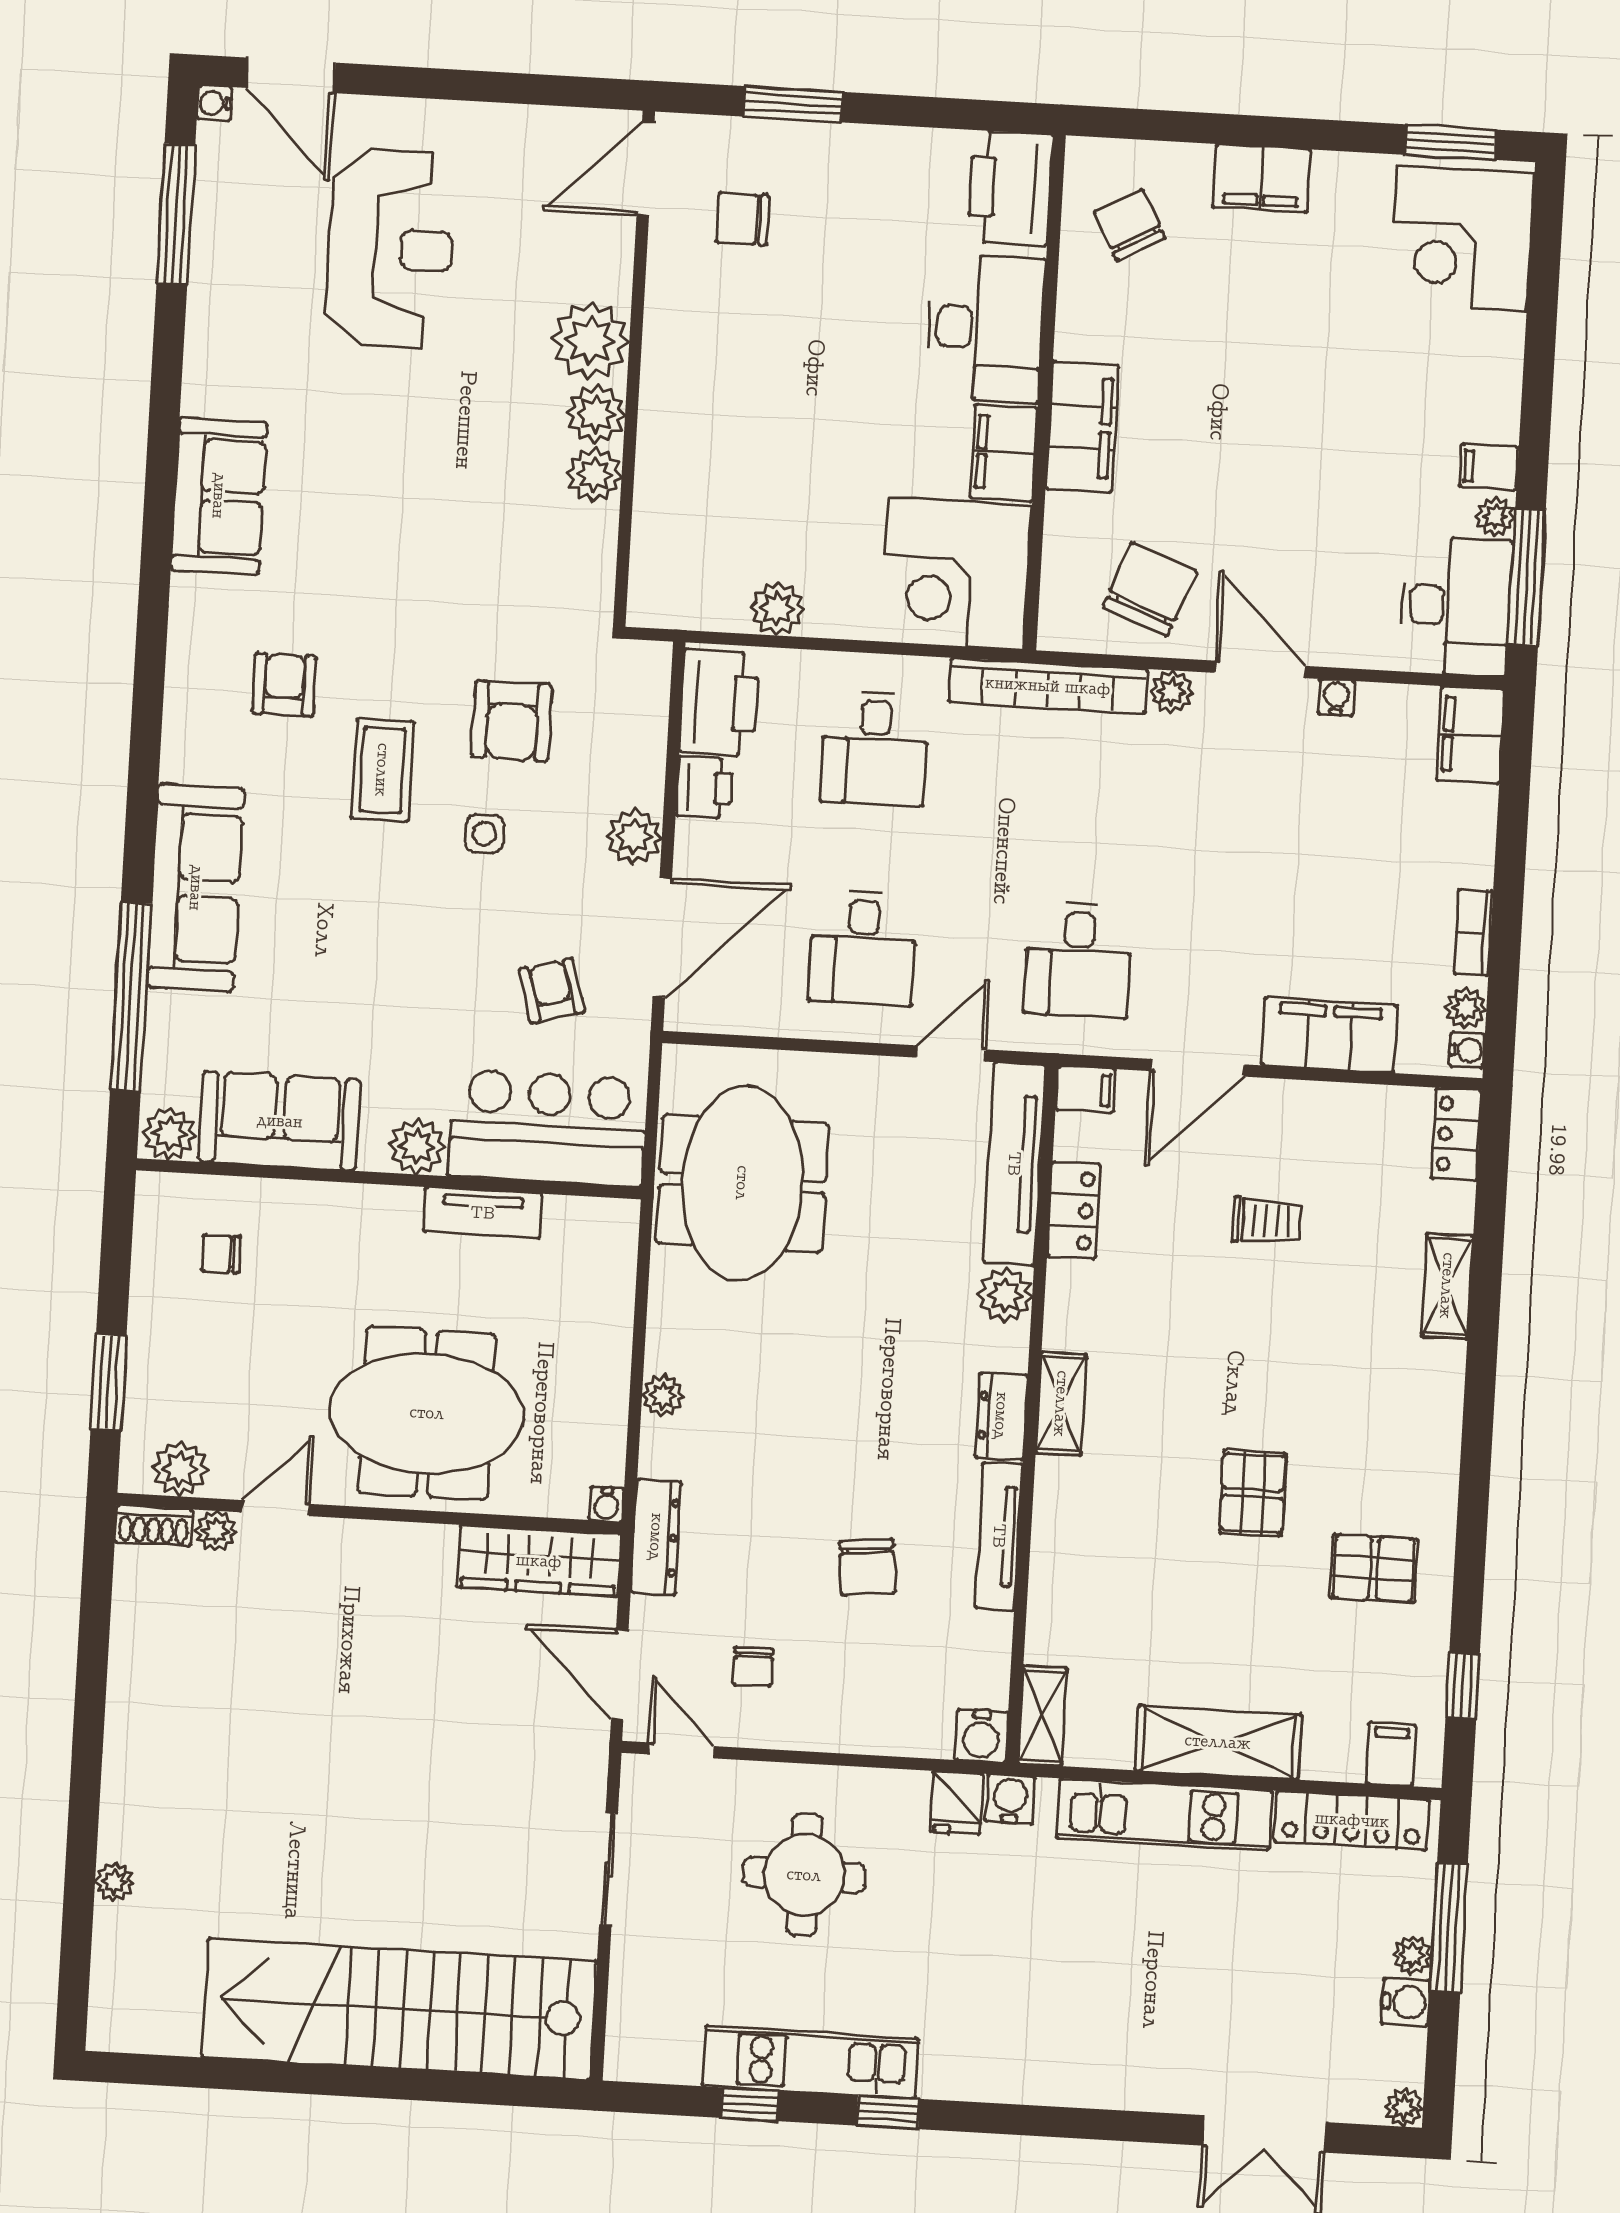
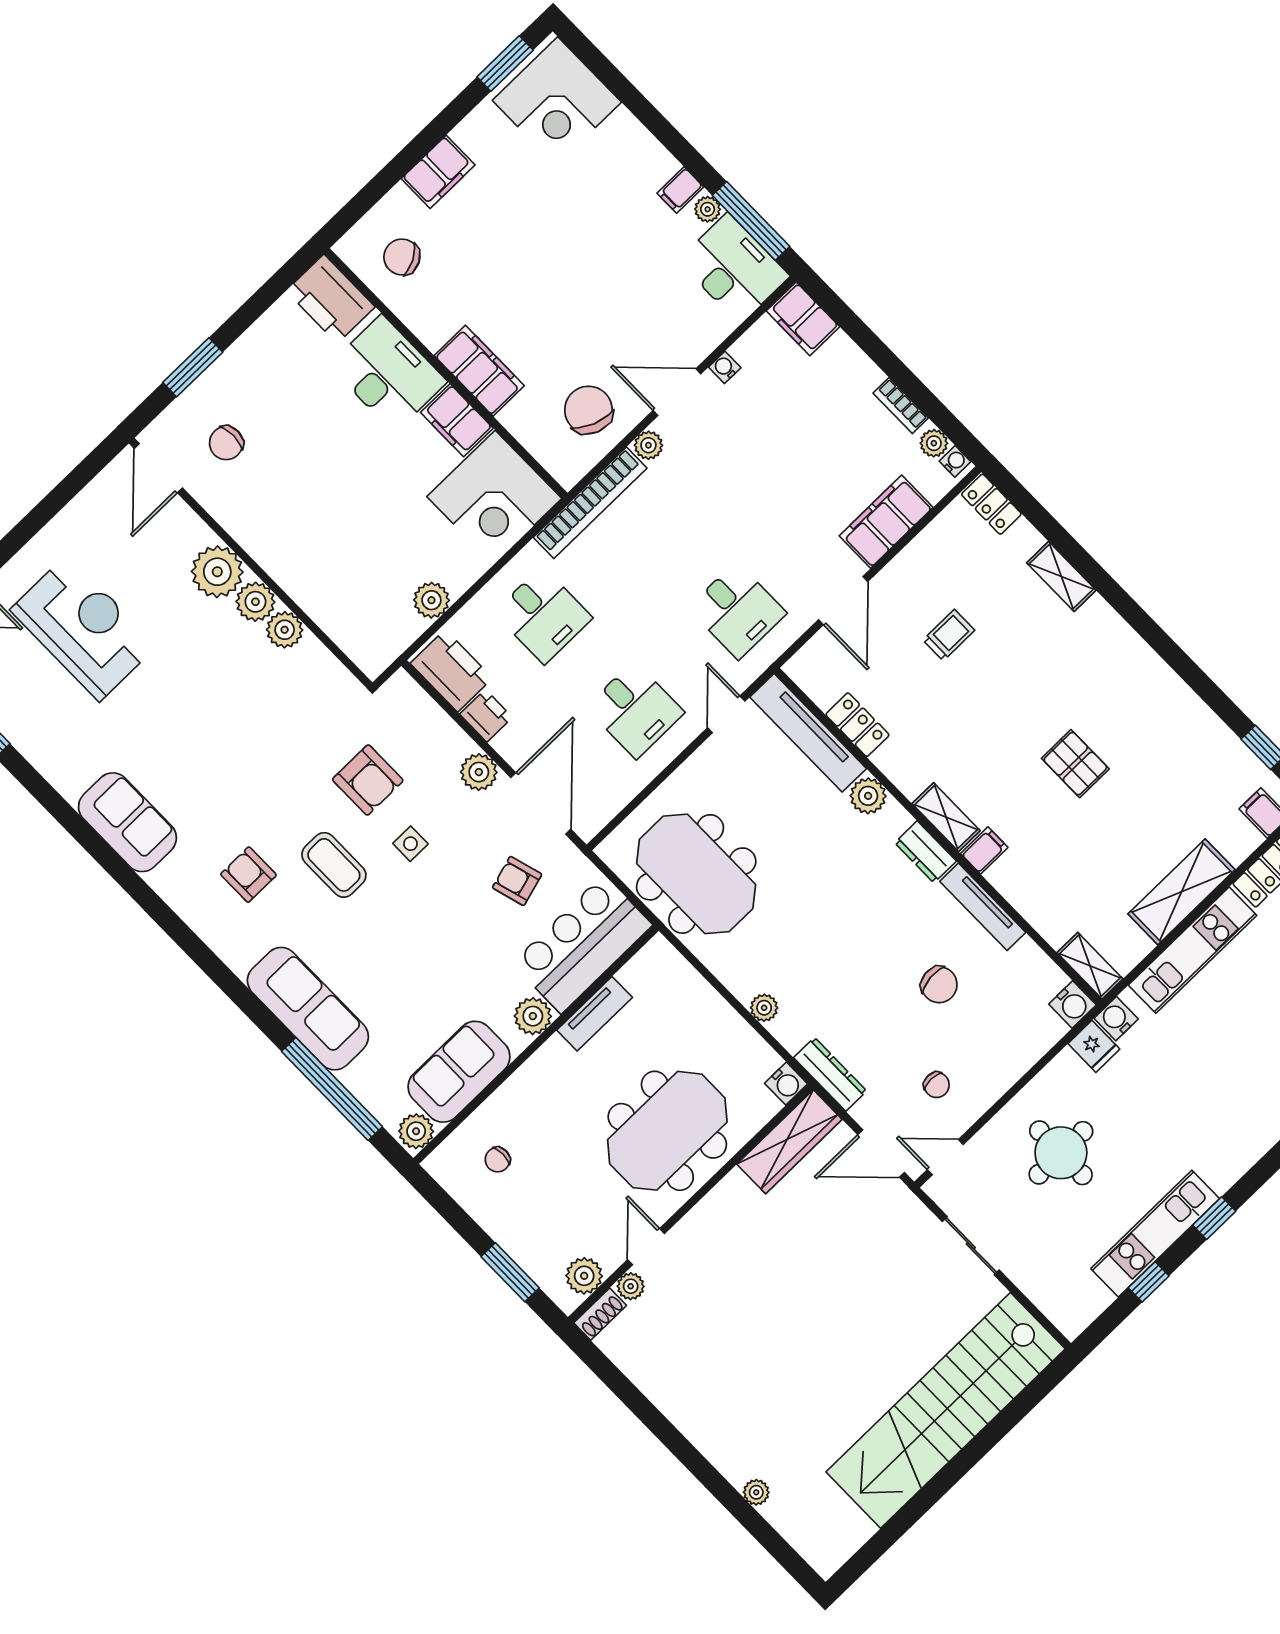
filing cabinet: (1086, 1089) -> (984, 850), moved
water cooler: (607, 1504) -> (786, 1084), width x1.38, depth x1.38
pallet: (1374, 1568) -> (1166, 738), removed

